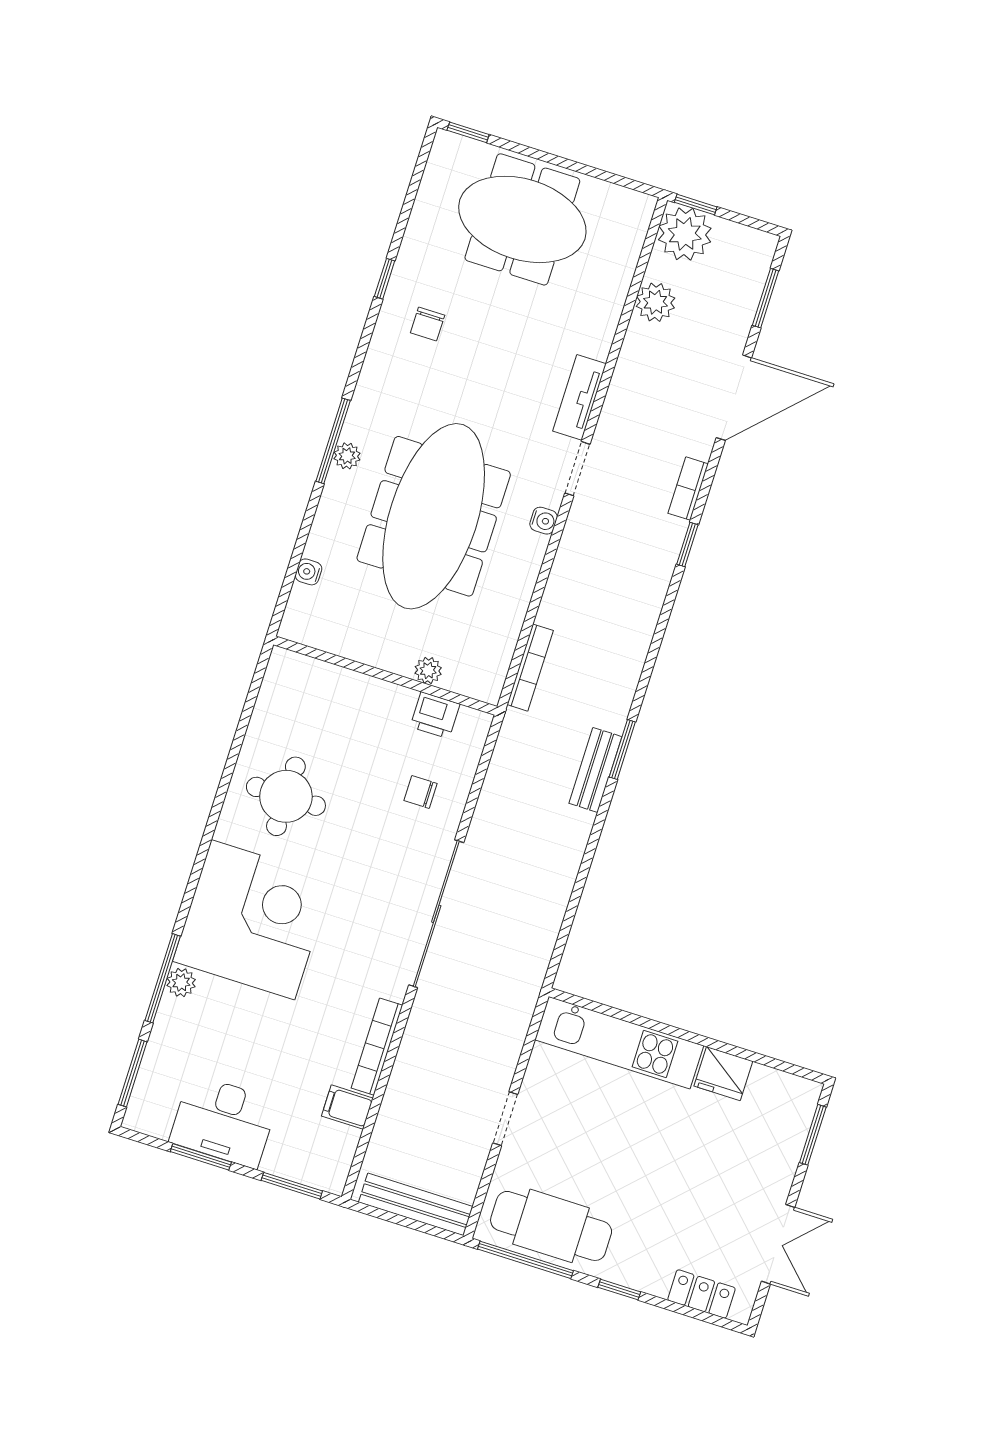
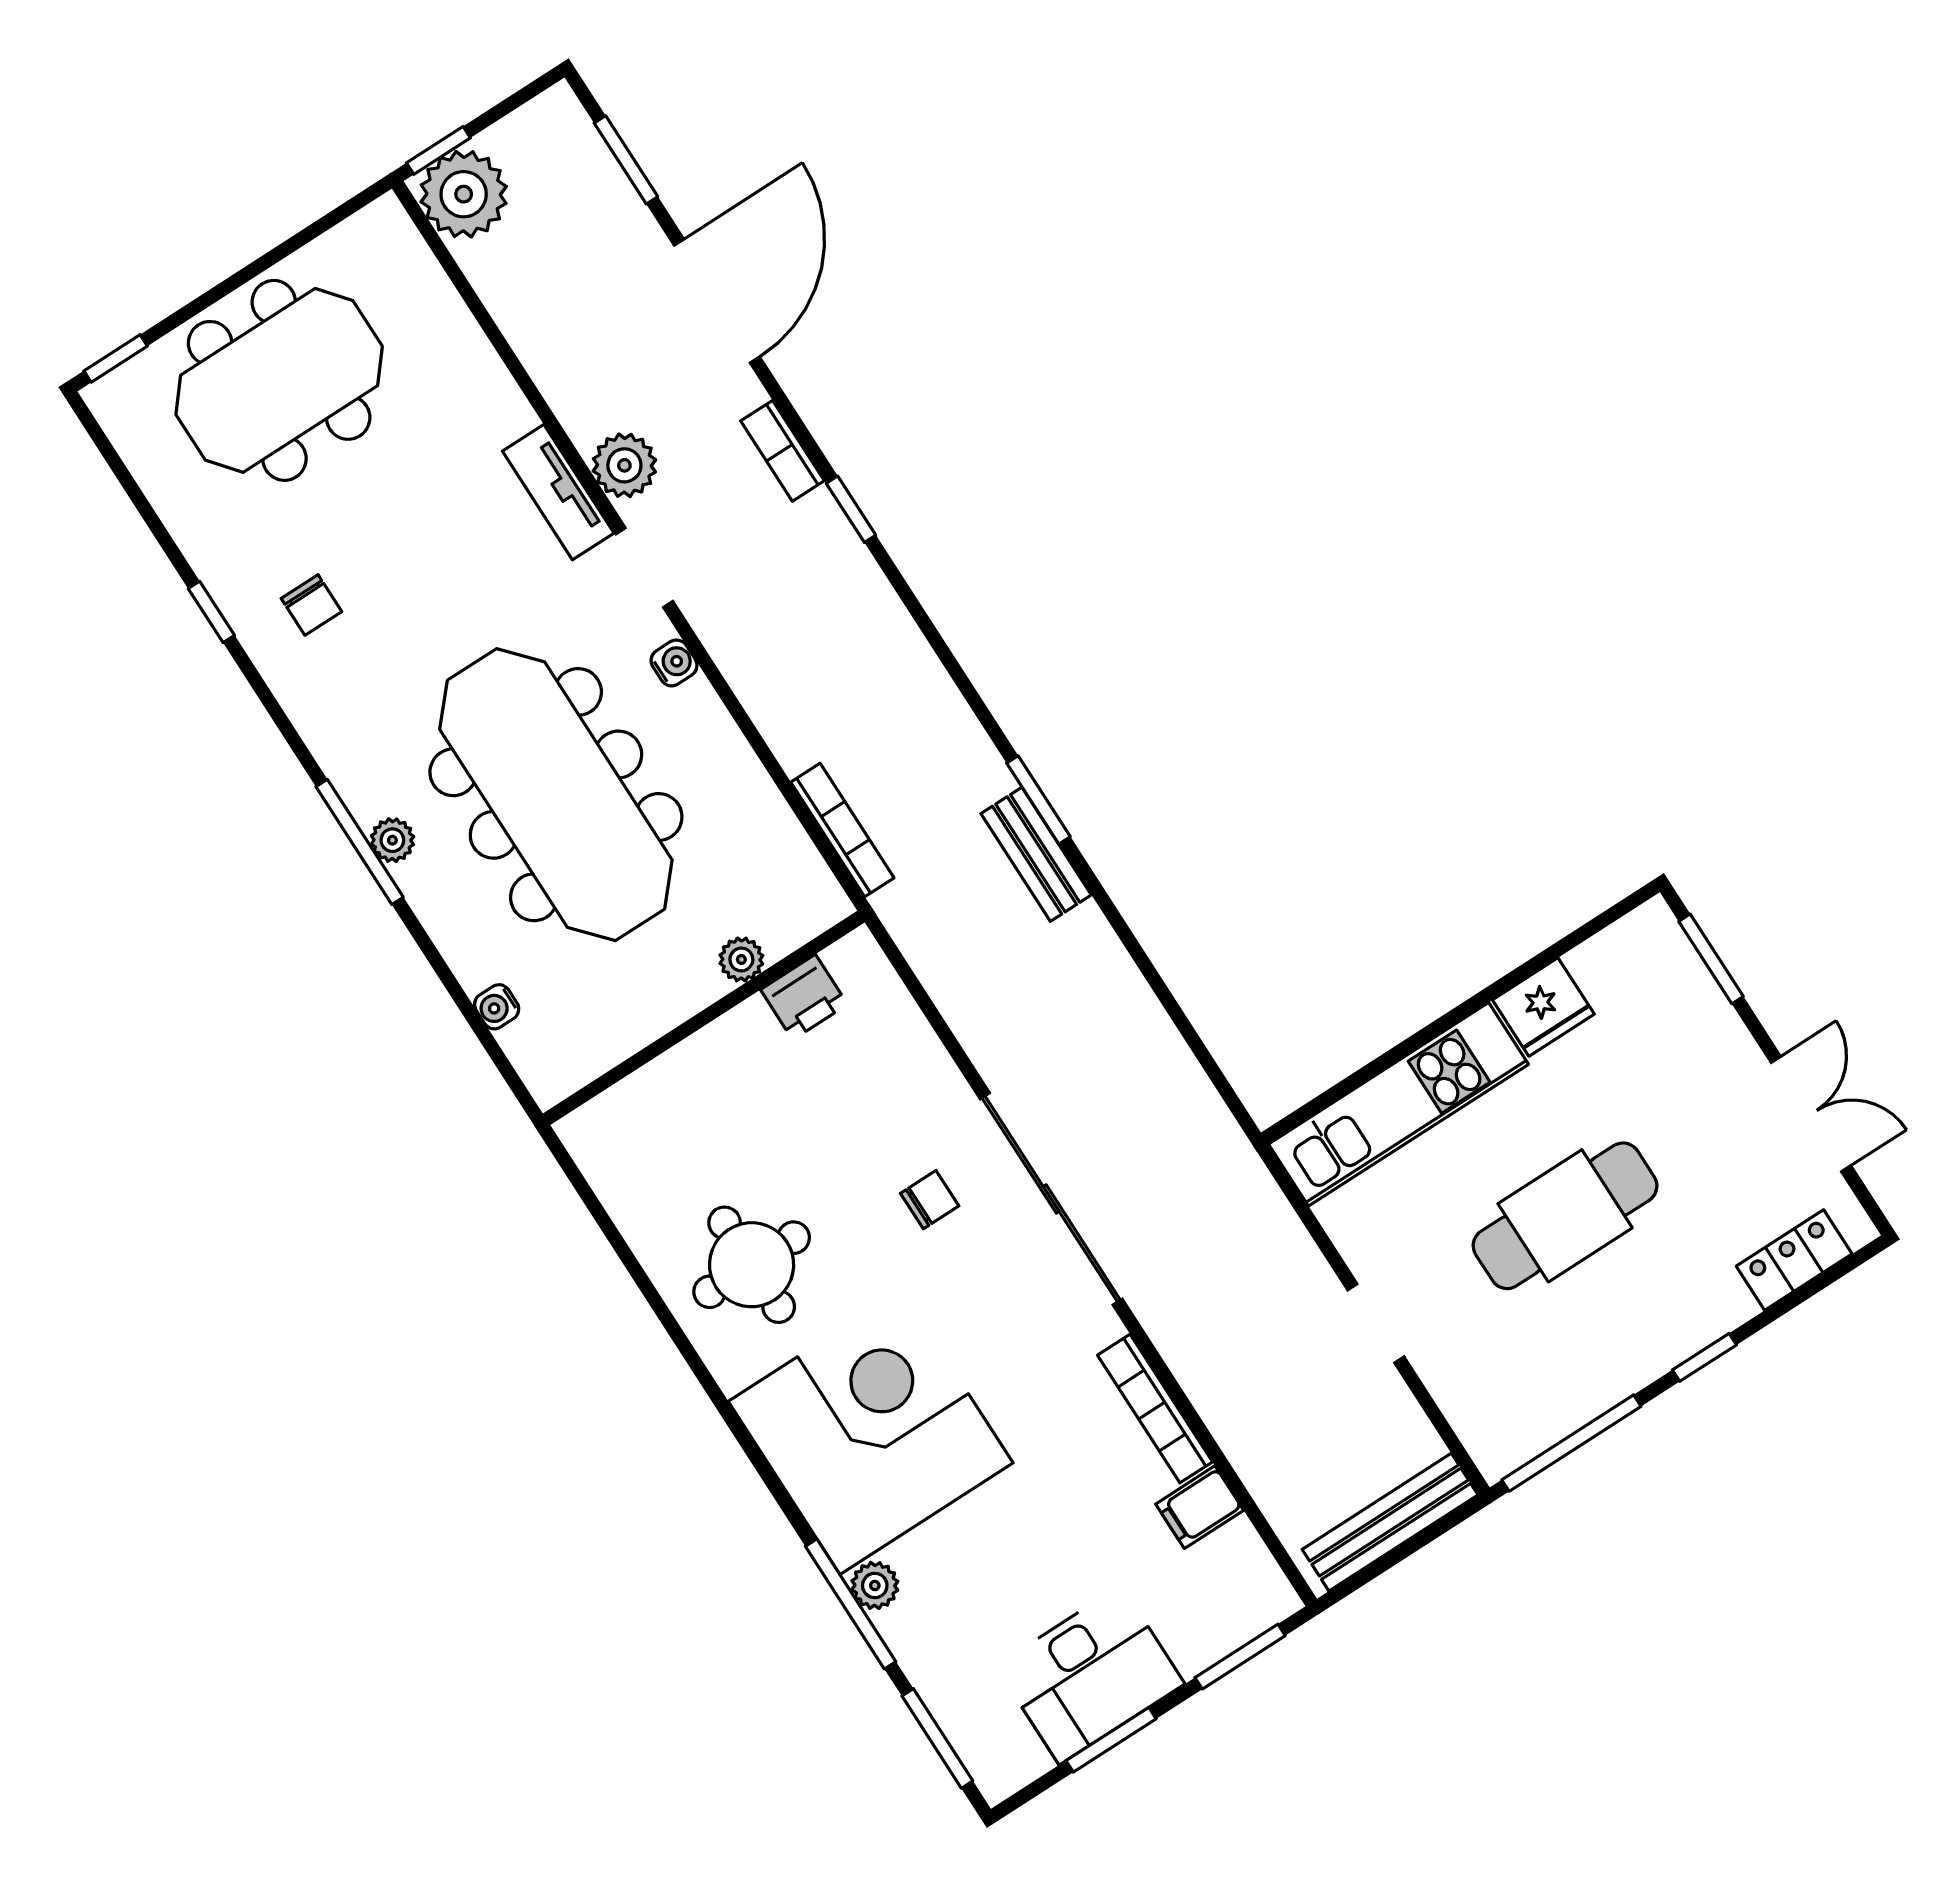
plant: (655, 302) -> (624, 465), moved
chair: (421, 792) -> (930, 1200), moved, turned 180
cafe table: (551, 1226) -> (1565, 1216), moved

